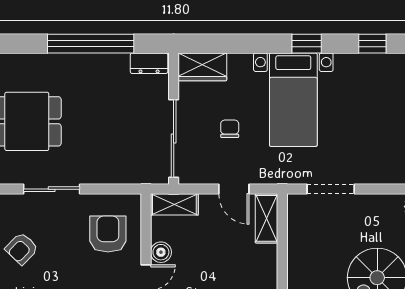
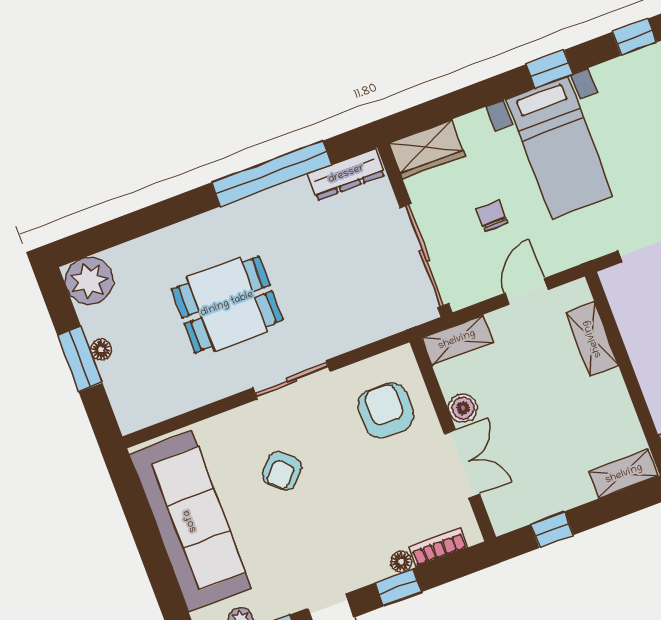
dresser: (149, 63) -> (346, 174), width x1.44
door: (234, 189) -> (526, 291), swing flipped
shelving: (266, 218) -> (592, 339), moved

